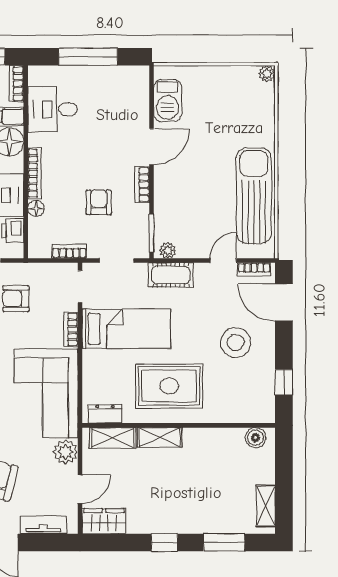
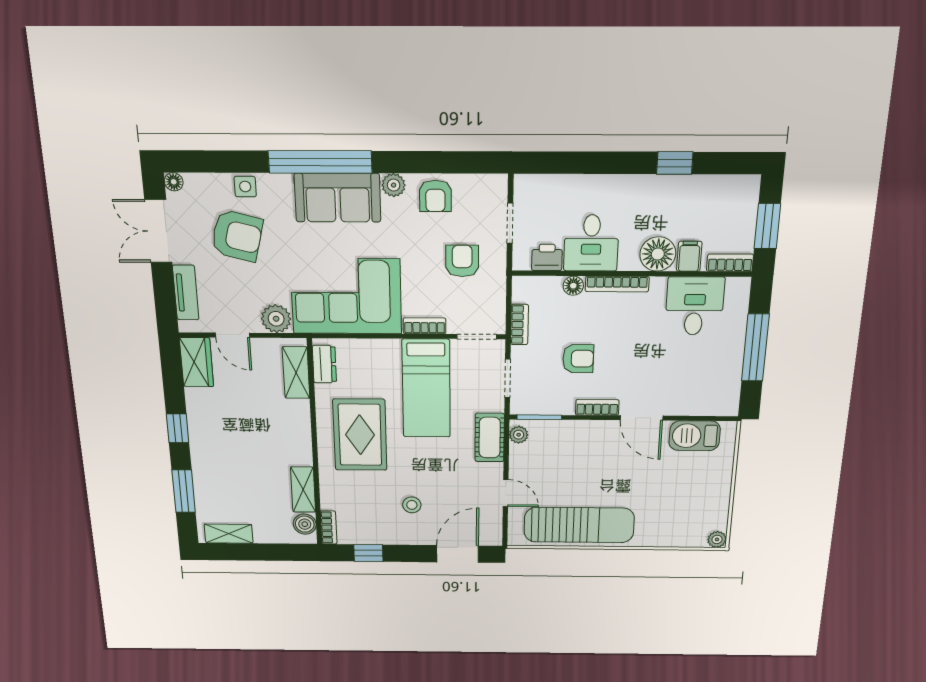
bookcase: (254, 269) -> (329, 528), moved, turned 180
stool: (236, 343) -> (412, 505), width x0.53, depth x0.53
shelving: (160, 437) -> (303, 490), moved

